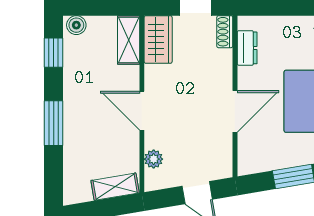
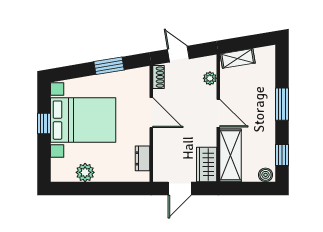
shoe rack: (225, 32) -> (159, 77), moved
shelving: (129, 40) -> (231, 155), width x1.50, depth x1.33
door: (235, 111) -> (151, 113), swing flipped

